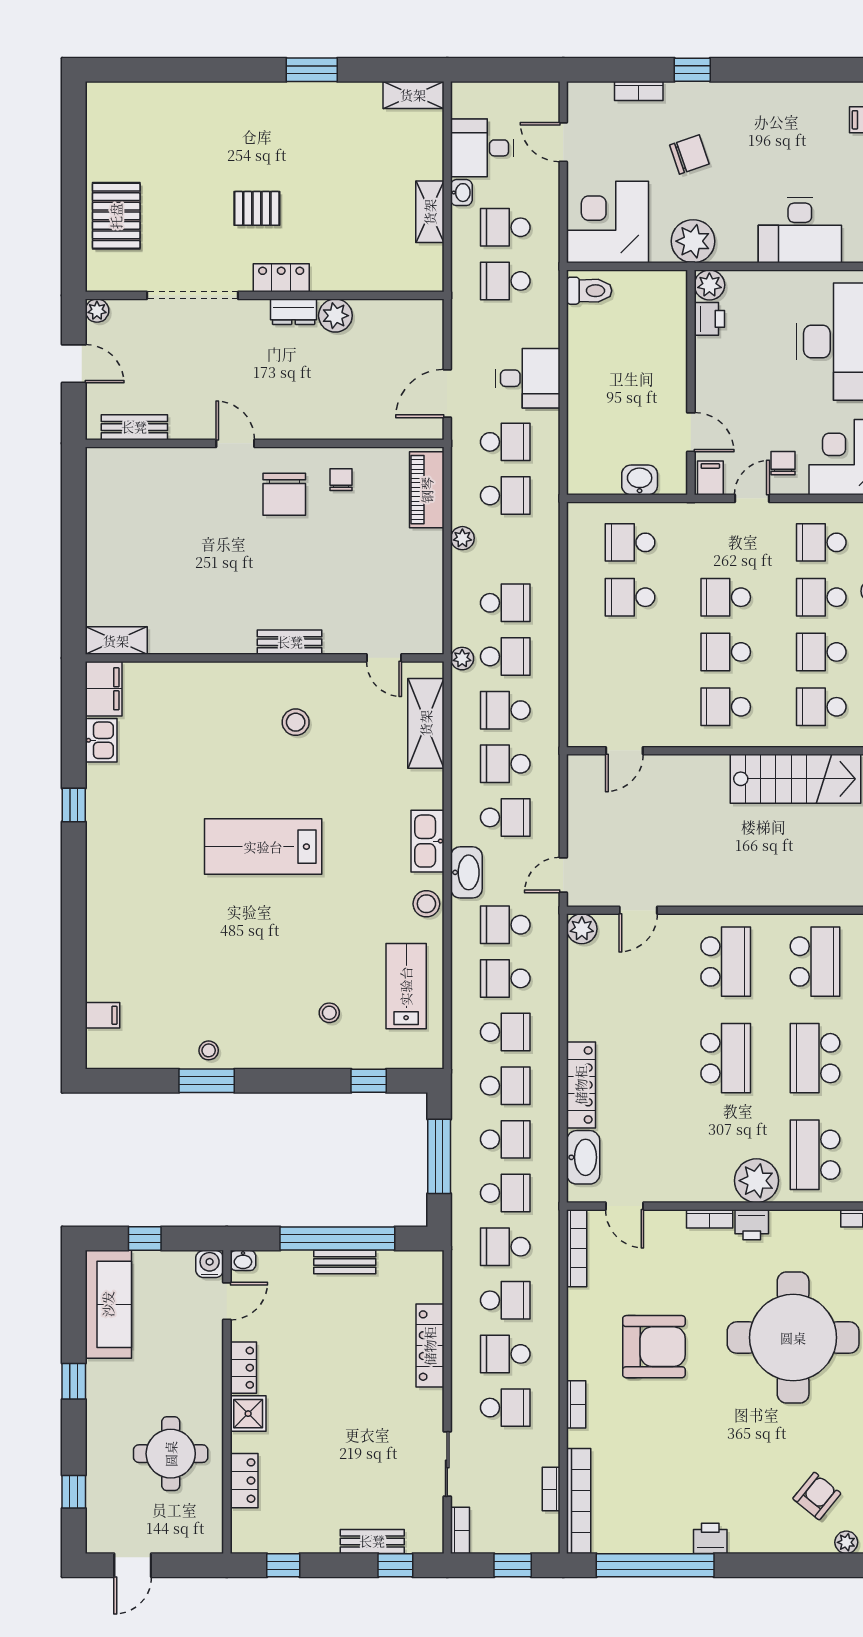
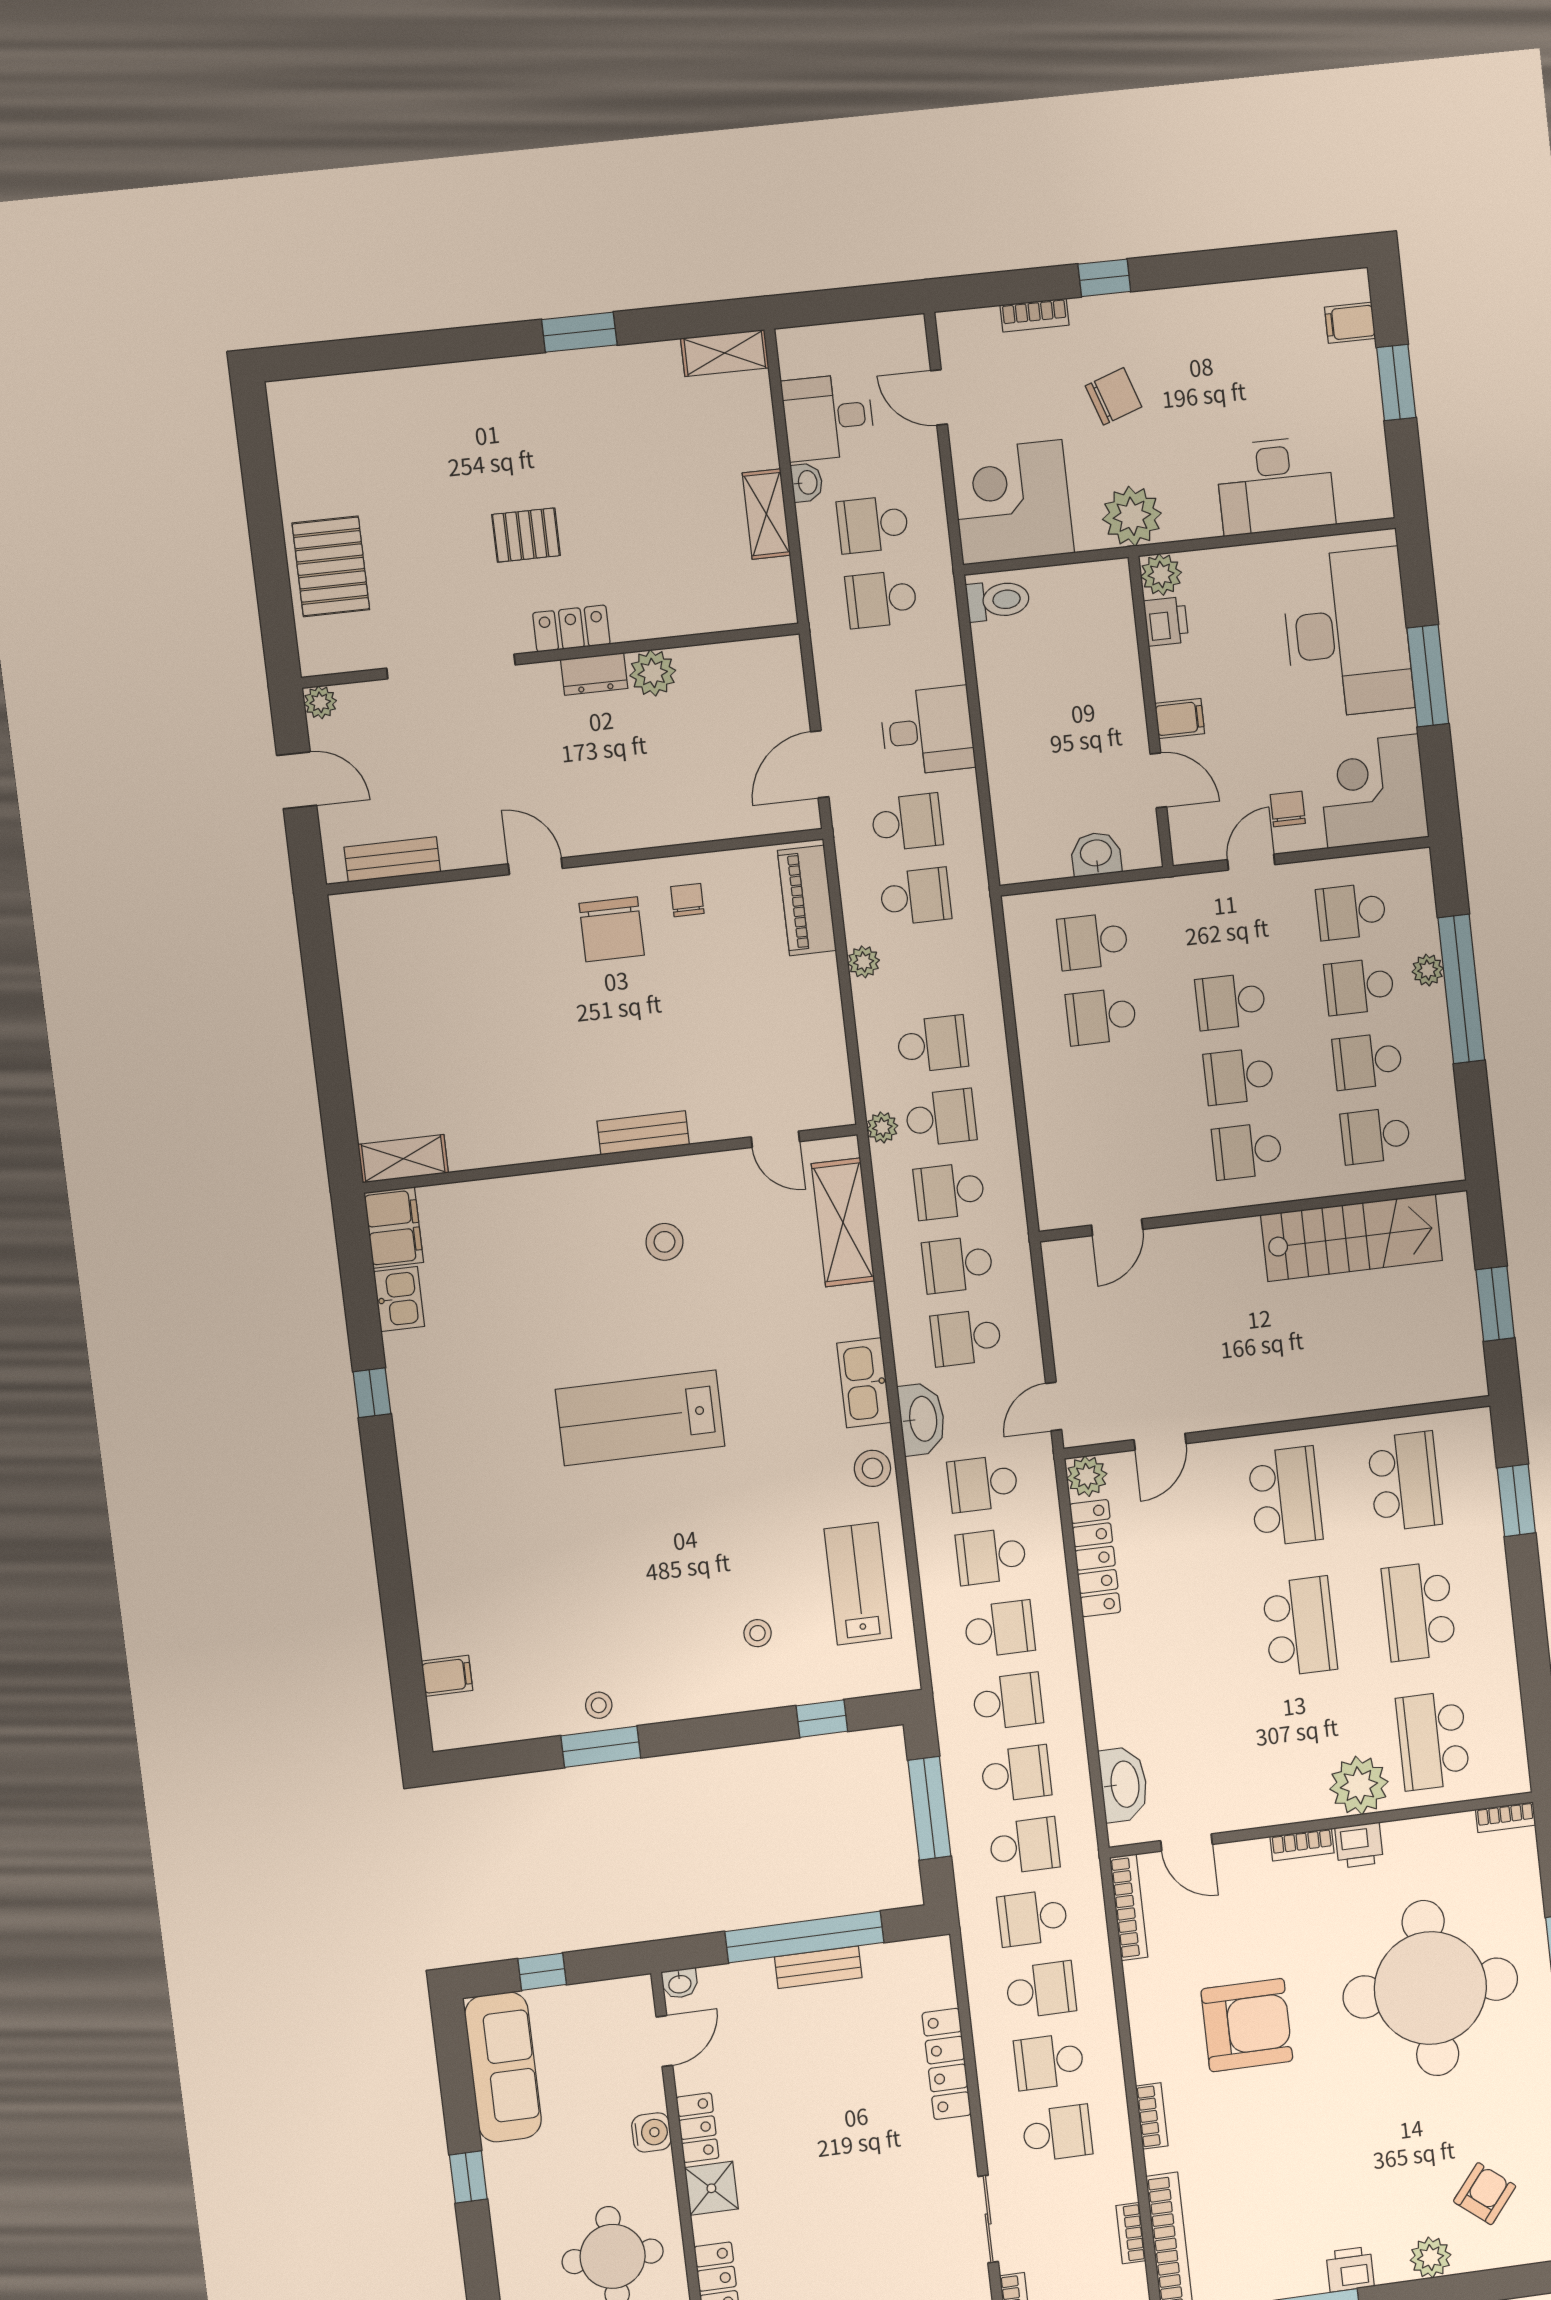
filing cabinet: (710, 478) -> (1180, 719), moved, turned 90
school desk: (505, 817) -> (966, 1338), turned 180
locker: (581, 1085) -> (1095, 1558), moved
water cooler: (210, 1264) -> (651, 2132), moved, turned 90
plant: (846, 1542) -> (1431, 2258), moved, width x1.38, depth x1.38

